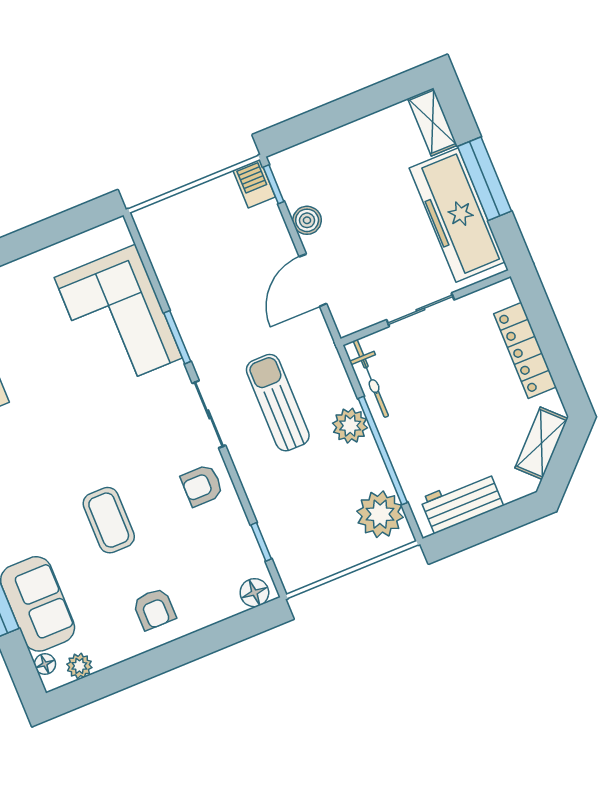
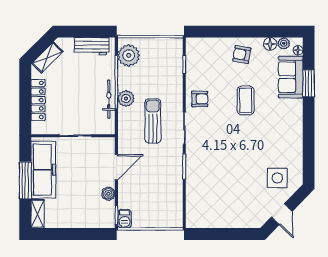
corner sofa: (118, 318) -> (206, 185), removed
bicycle: (371, 378) -> (109, 99), moved
sun lounger: (278, 403) -> (153, 121), turned 180
floor lamp: (254, 593) -> (270, 44), moved
armchair: (154, 609) -> (242, 54), turned -80

